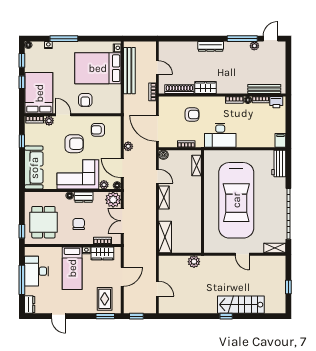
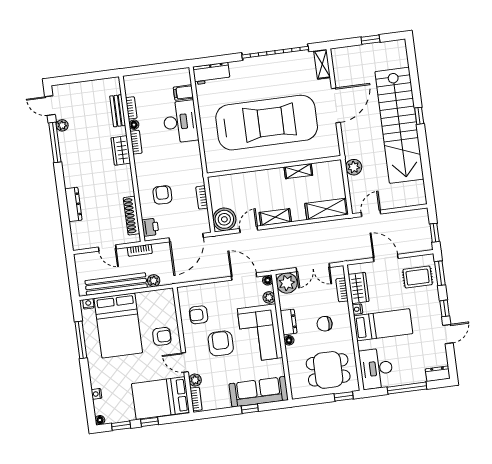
window: (64, 39) -> (81, 340), moved
dresser: (211, 46) -> (73, 204), moved
door: (157, 68) -> (107, 248), swing flipped
wardrobe: (205, 87) -> (121, 151), moved
bench: (264, 89) -> (118, 111), width x0.73
printer: (276, 102) -> (150, 227), moved
door: (63, 115) -> (185, 362), hinge flipped
armchair: (98, 130) -> (199, 315), turned 90
desk: (220, 135) -> (180, 122), moved
filing cabinet: (280, 140) -> (183, 93), moved
window: (22, 141) -> (250, 409), moved
plant: (128, 146) -> (154, 281), moved
boiler: (163, 155) -> (224, 219), width x1.86, depth x1.86
shelving: (196, 166) -> (298, 171), moved
door: (122, 168) -> (244, 277), swing flipped
door: (242, 254) -> (336, 105), width x1.88
desk: (36, 271) -> (376, 369), moved, turned 90
door: (157, 289) -> (371, 213), moved
stairs: (241, 305) -> (399, 125), width x1.86, depth x1.51
window: (78, 316) -> (445, 308), added

